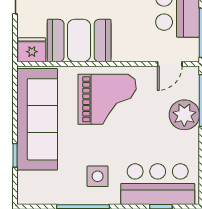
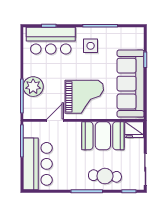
door: (170, 64) -> (55, 120), moved
grand piano: (107, 99) -> (84, 97), turned 180

